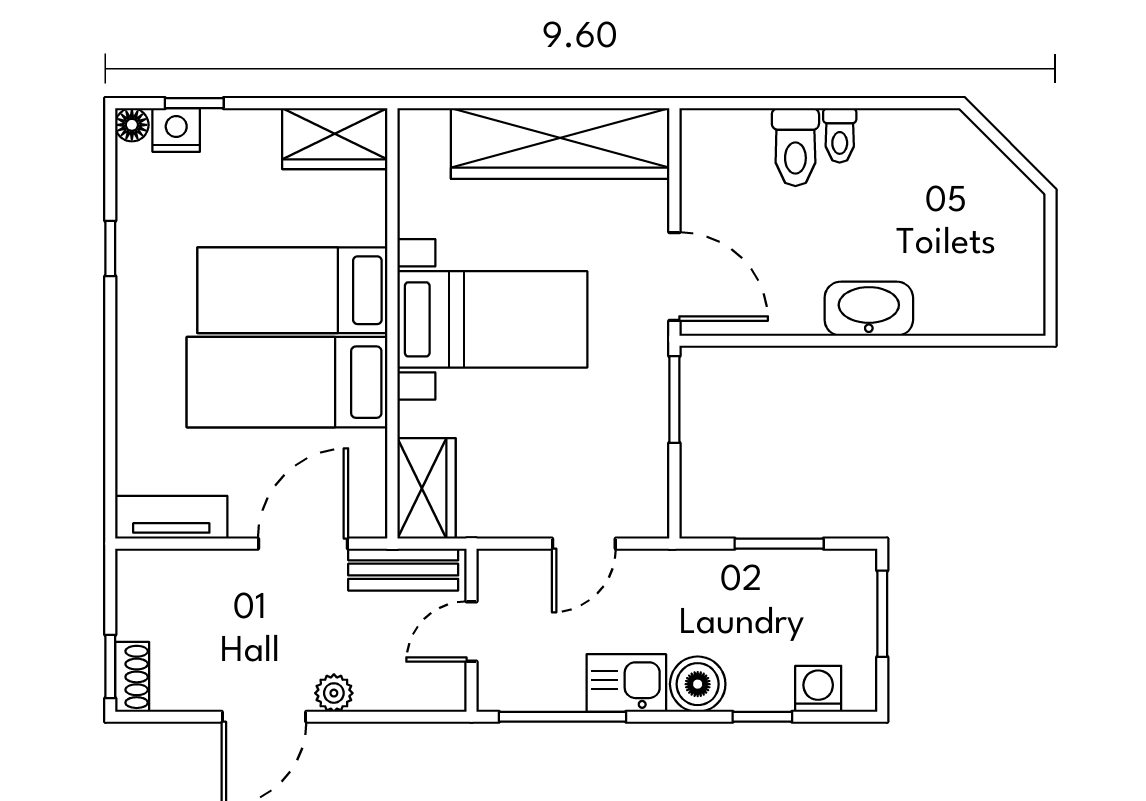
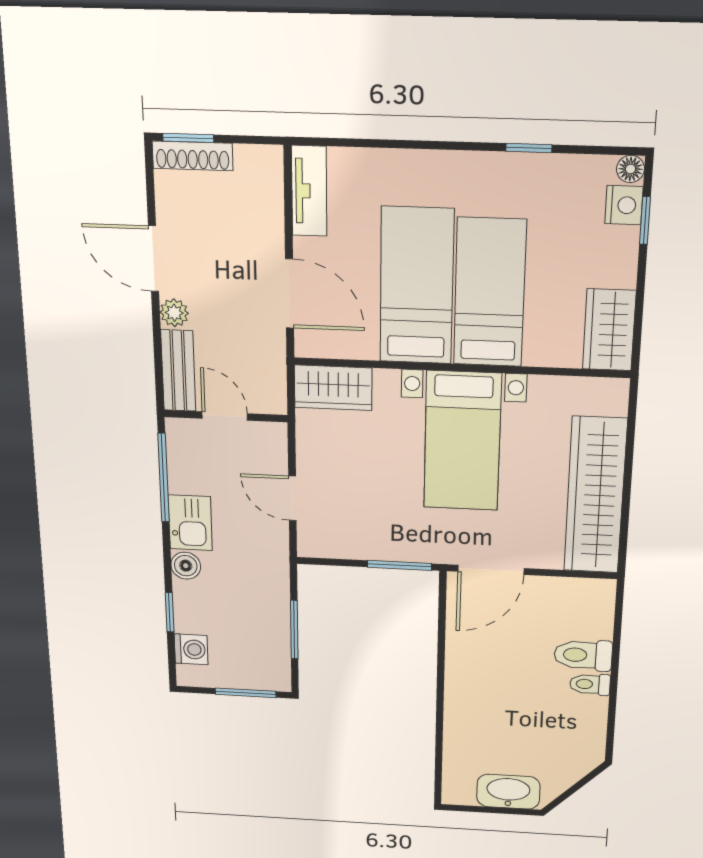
washbasin: (869, 309) -> (508, 792), moved, turned -90
bench: (403, 570) -> (178, 371), moved
shoe rack: (132, 677) -> (193, 156), width x1.43
boiler: (698, 684) -> (186, 566), width x0.73, depth x0.73

